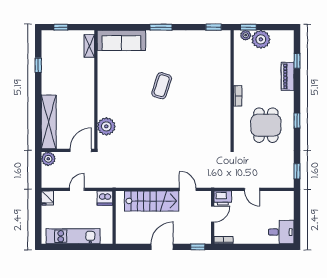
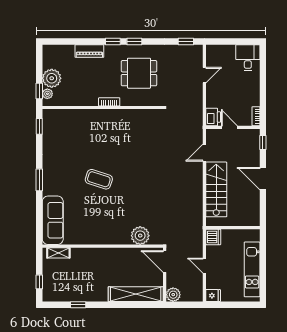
window: (297, 61) -> (113, 41), moved
door: (252, 189) -> (204, 75), moved

